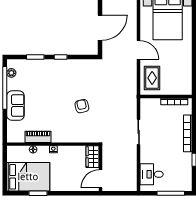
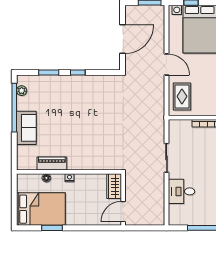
armchair: (82, 106) -> (102, 129), removed
desk: (152, 174) -> (181, 191), moved

